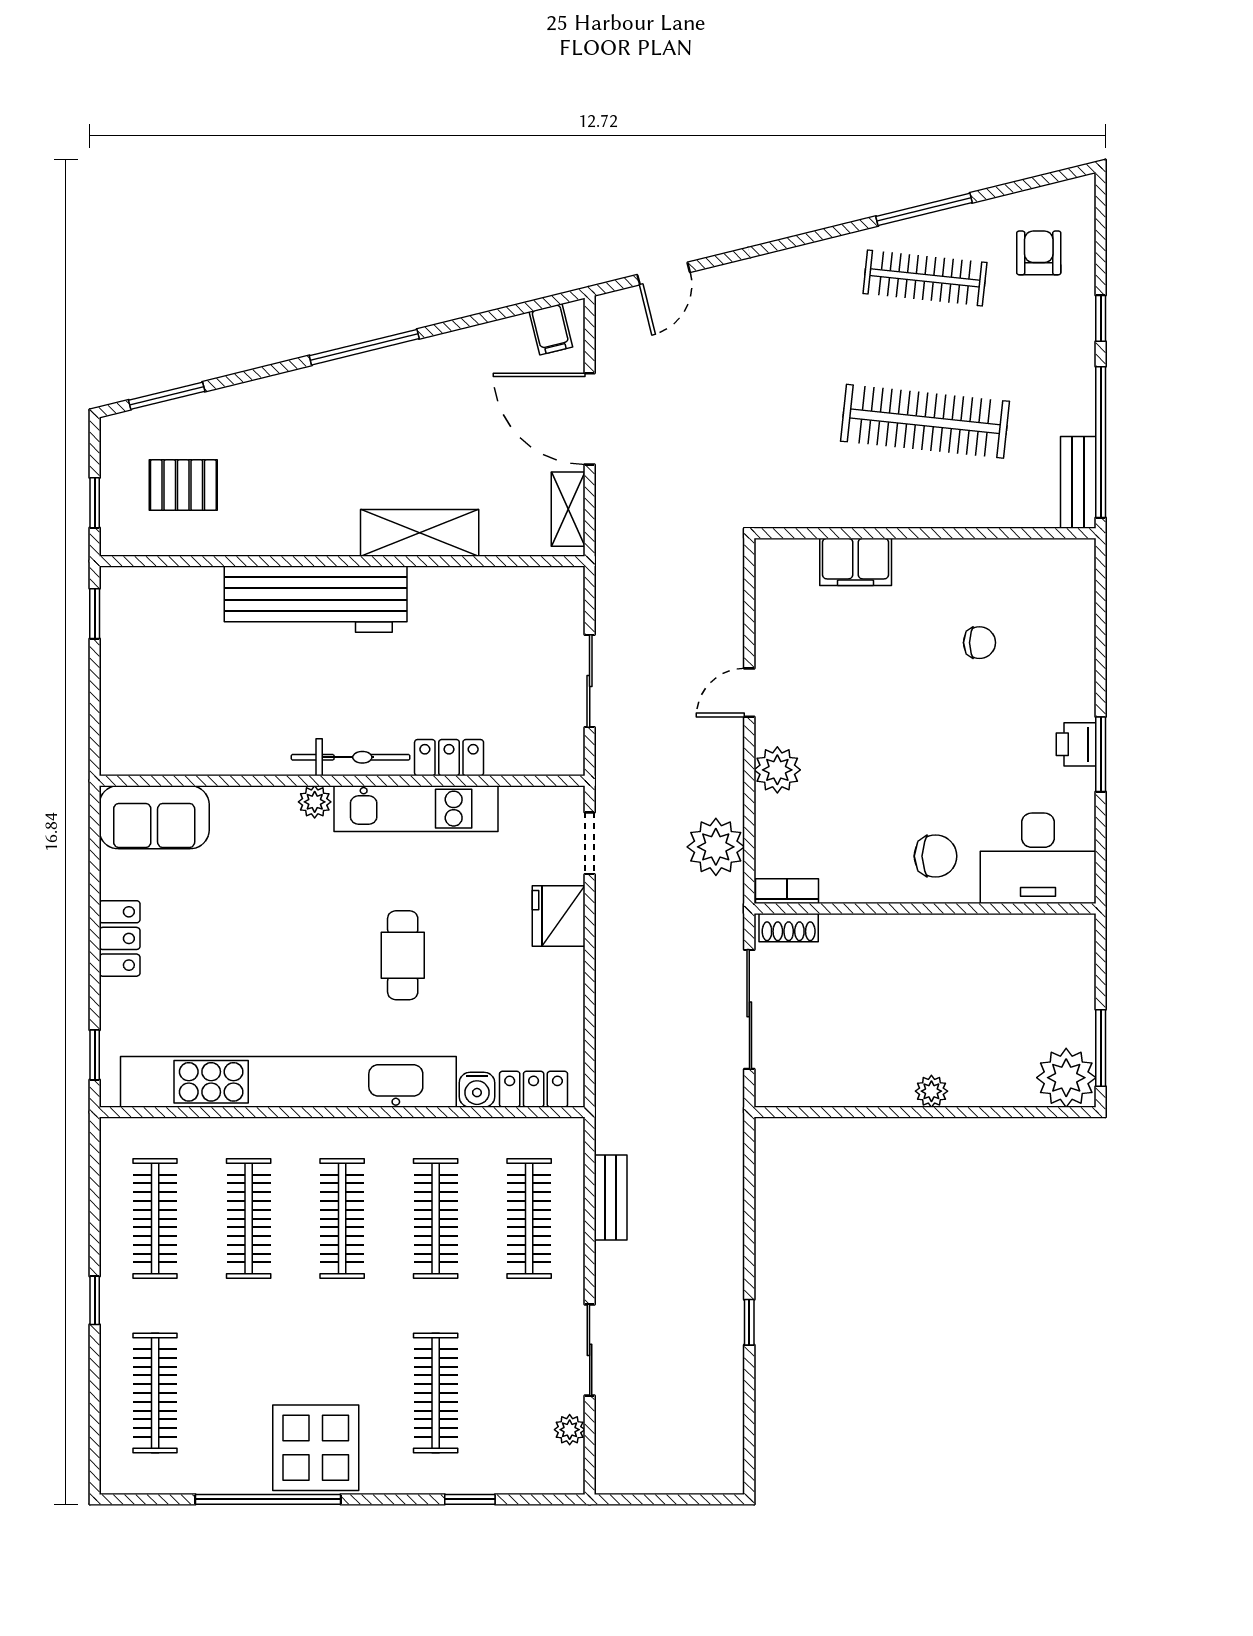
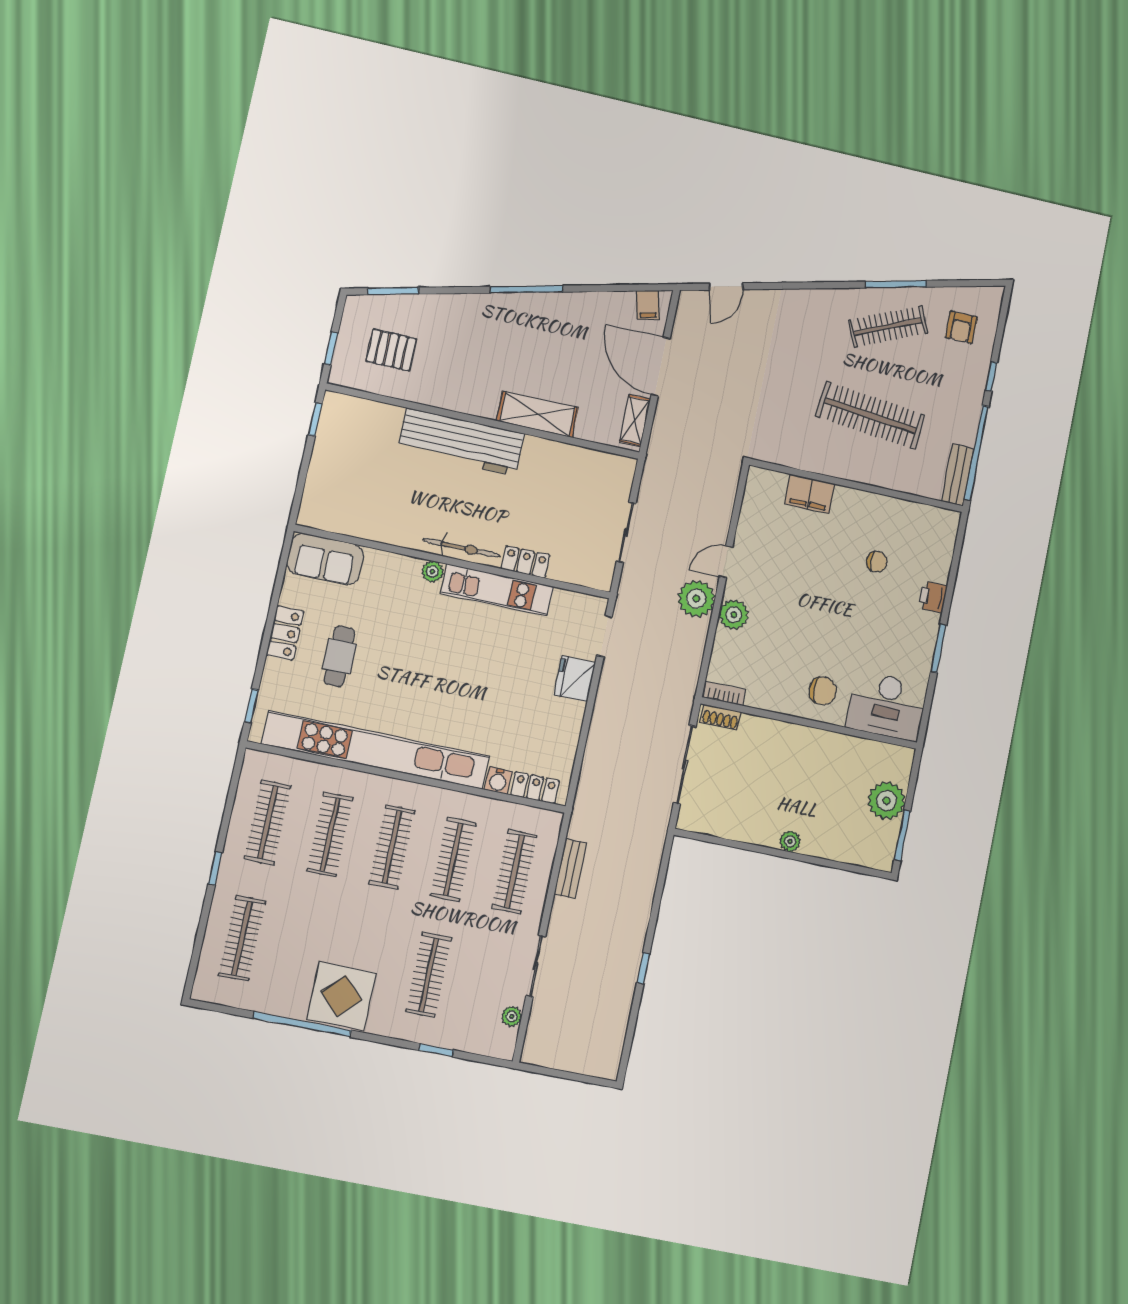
armchair: (1039, 253) -> (961, 327), turned 180
clothes rail: (925, 278) -> (888, 327), turned -30
printer: (1076, 744) -> (933, 597), moved
plant: (716, 847) -> (696, 599), moved
cafe table: (403, 955) -> (339, 656), moved
plant: (1066, 1078) -> (887, 801), moved

